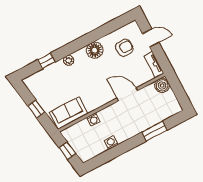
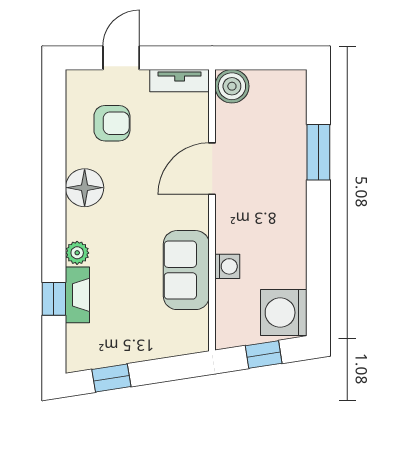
armchair: (124, 48) -> (112, 123), turned 90
fireplace: (53, 69) -> (77, 295), added
window: (36, 109) -> (111, 378), moved
sofa: (68, 113) -> (186, 270), moved
washing machine: (111, 143) -> (284, 313), moved, width x1.89, depth x1.89

